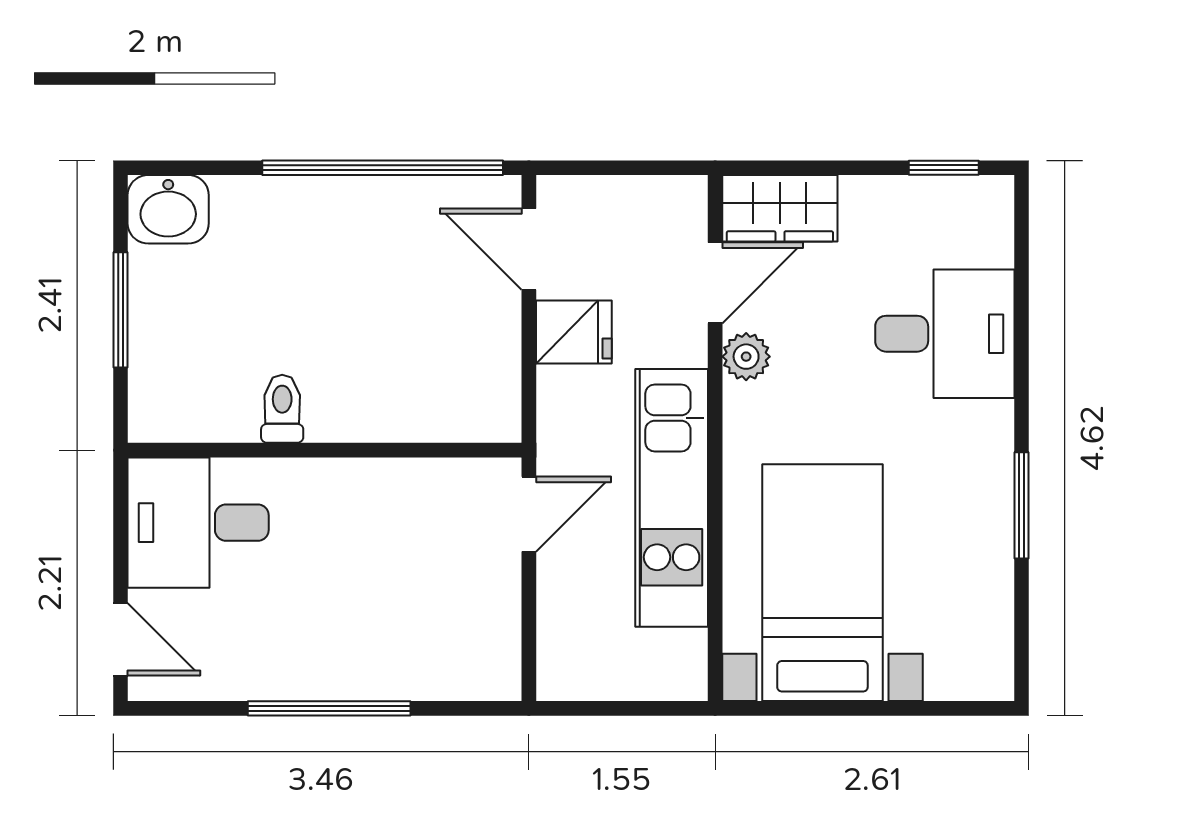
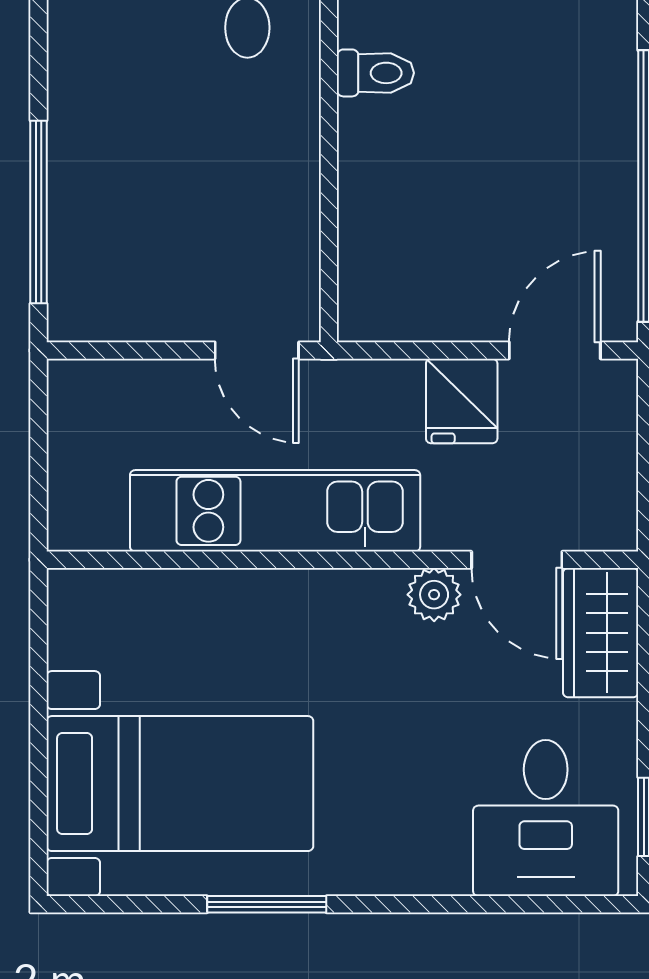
desk: (945, 334) -> (546, 818), moved
bed with nightstands: (822, 583) -> (180, 784), moved
window: (329, 708) -> (38, 212), moved

